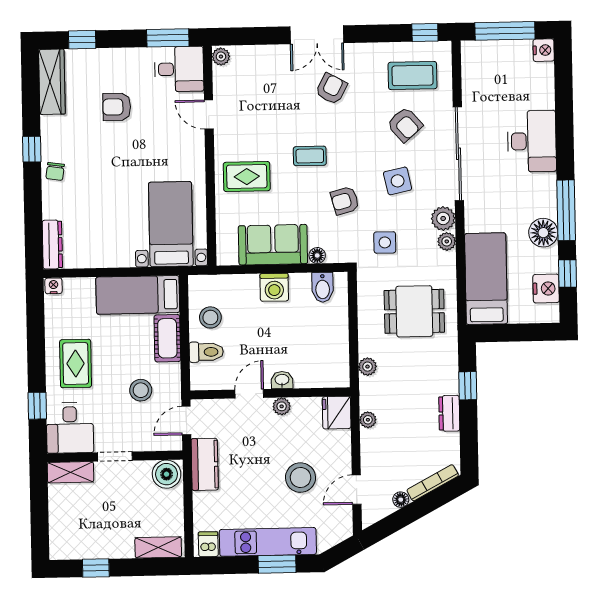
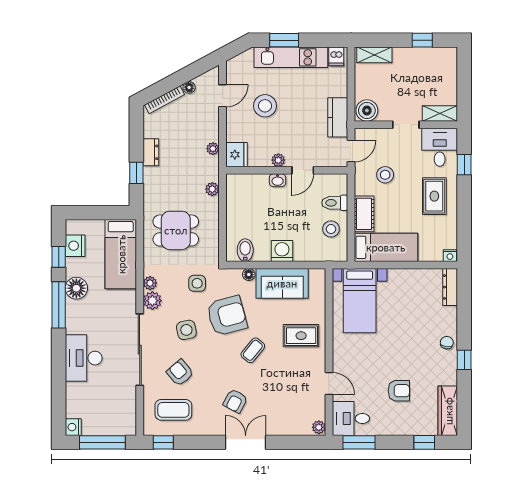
coffee table: (310, 156) -> (253, 350), turned -51
armchair: (345, 201) -> (227, 316), width x1.88, depth x1.88

